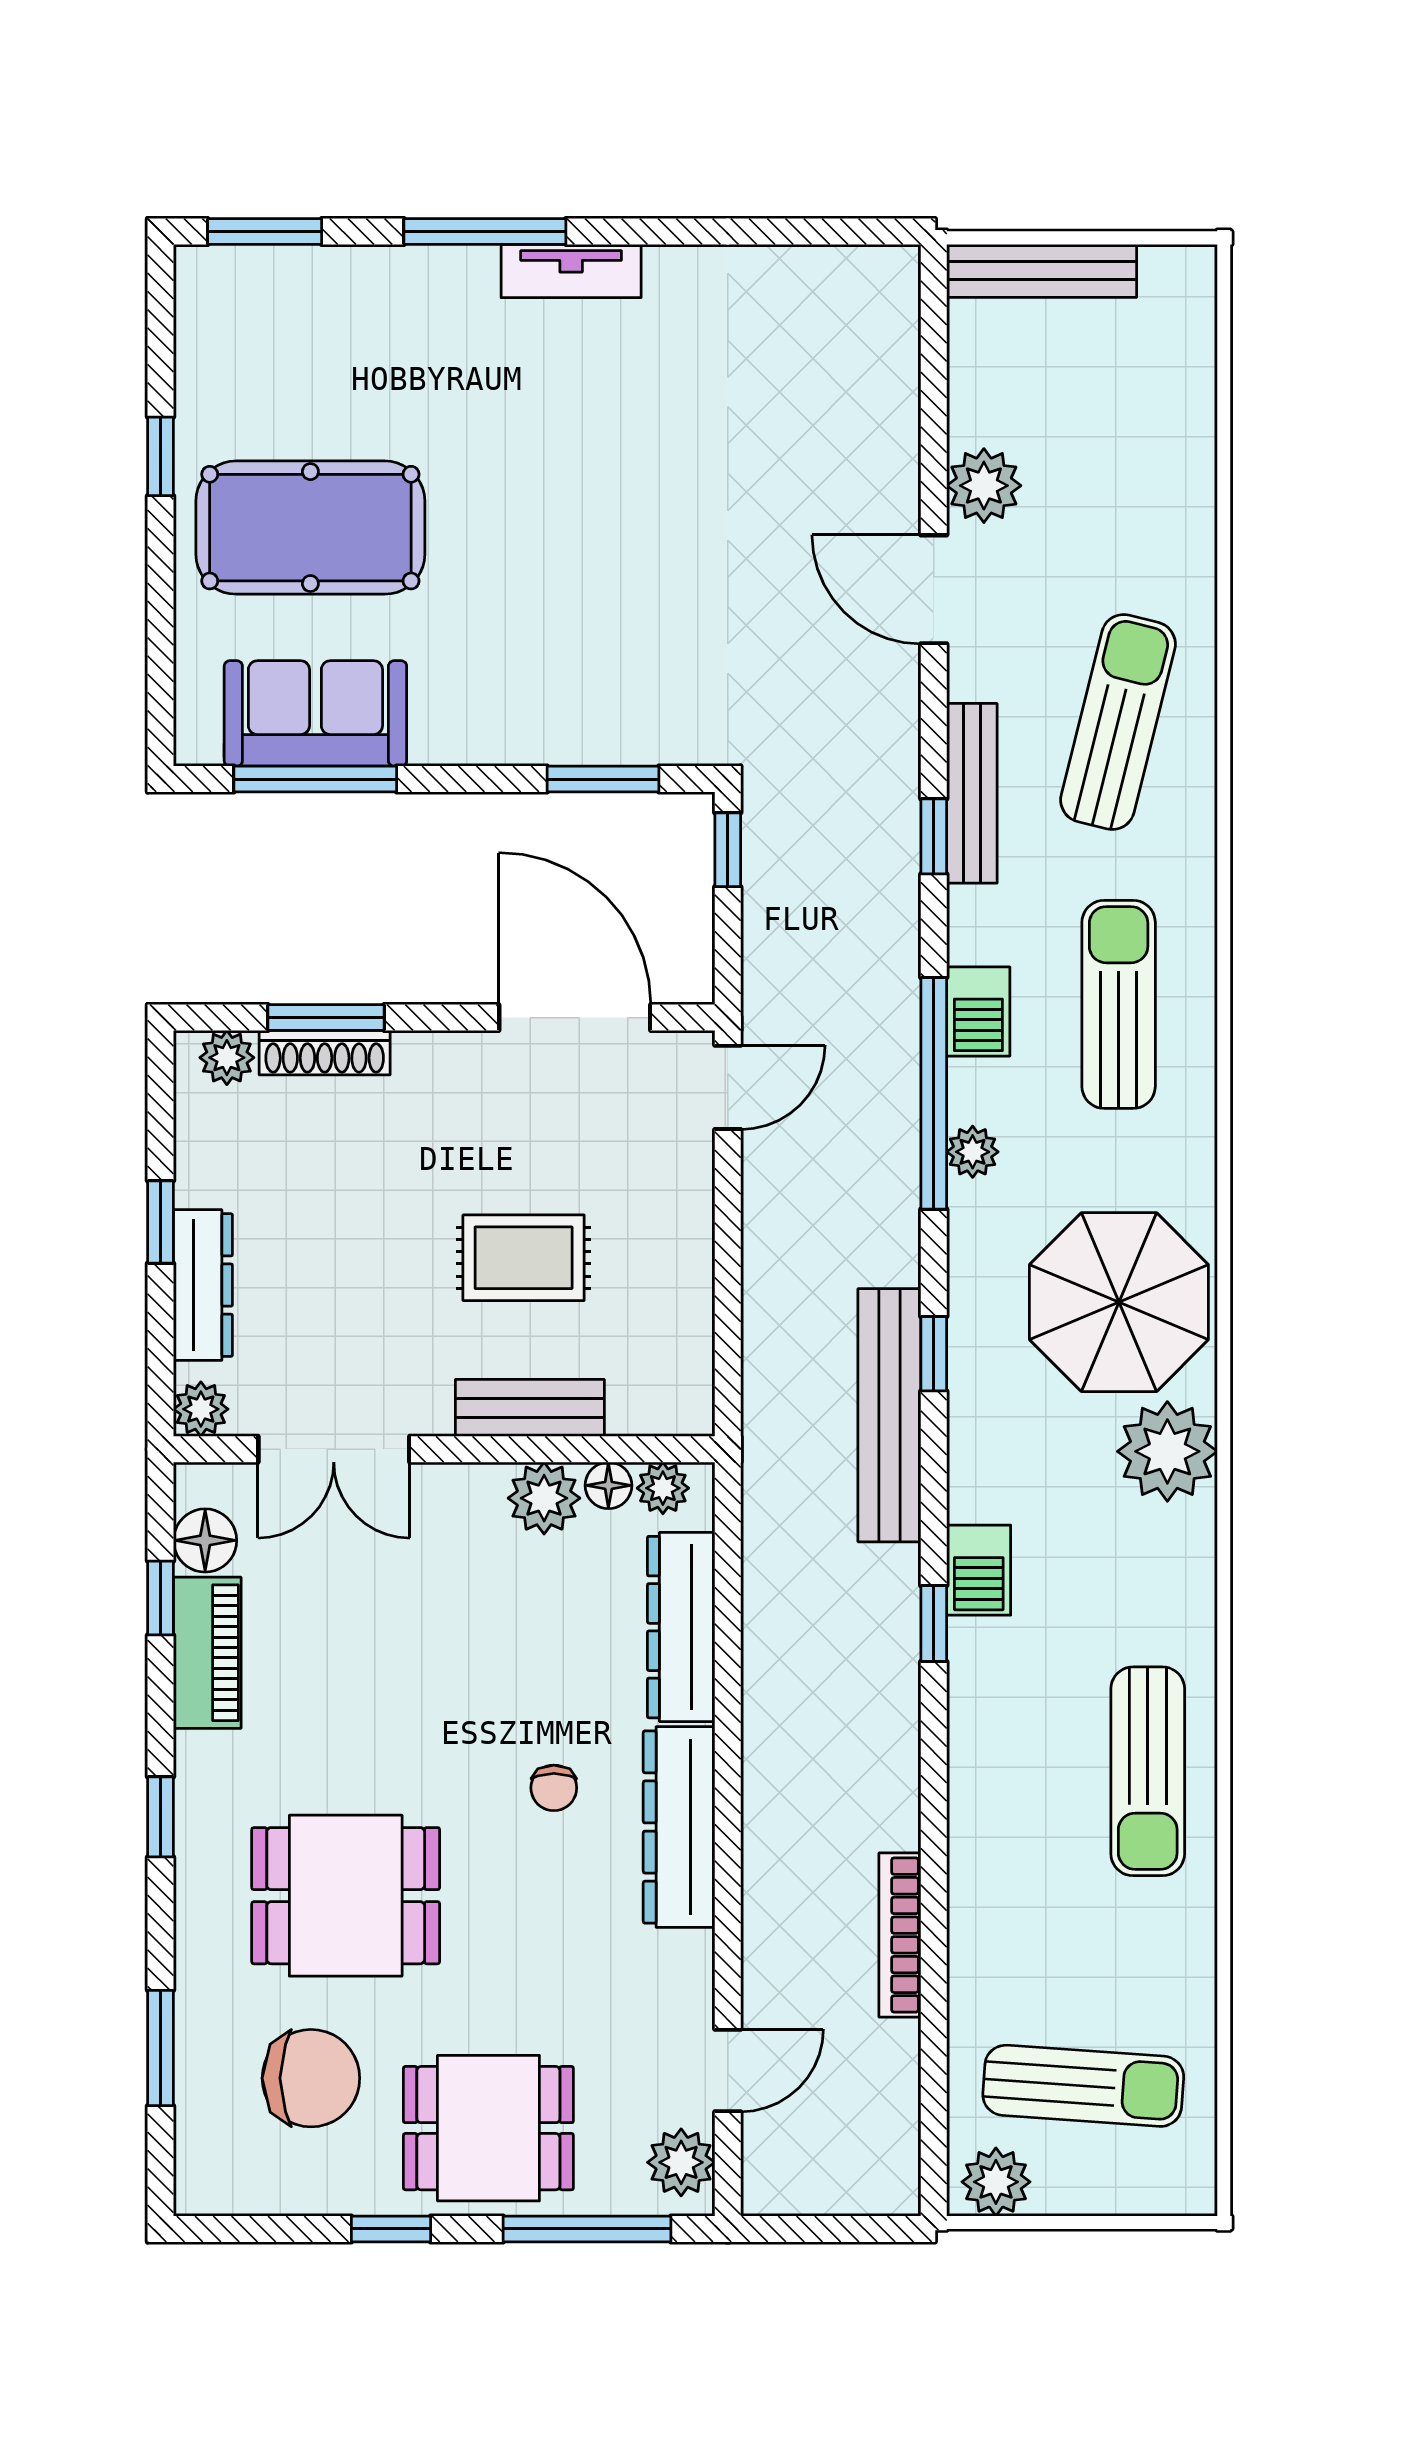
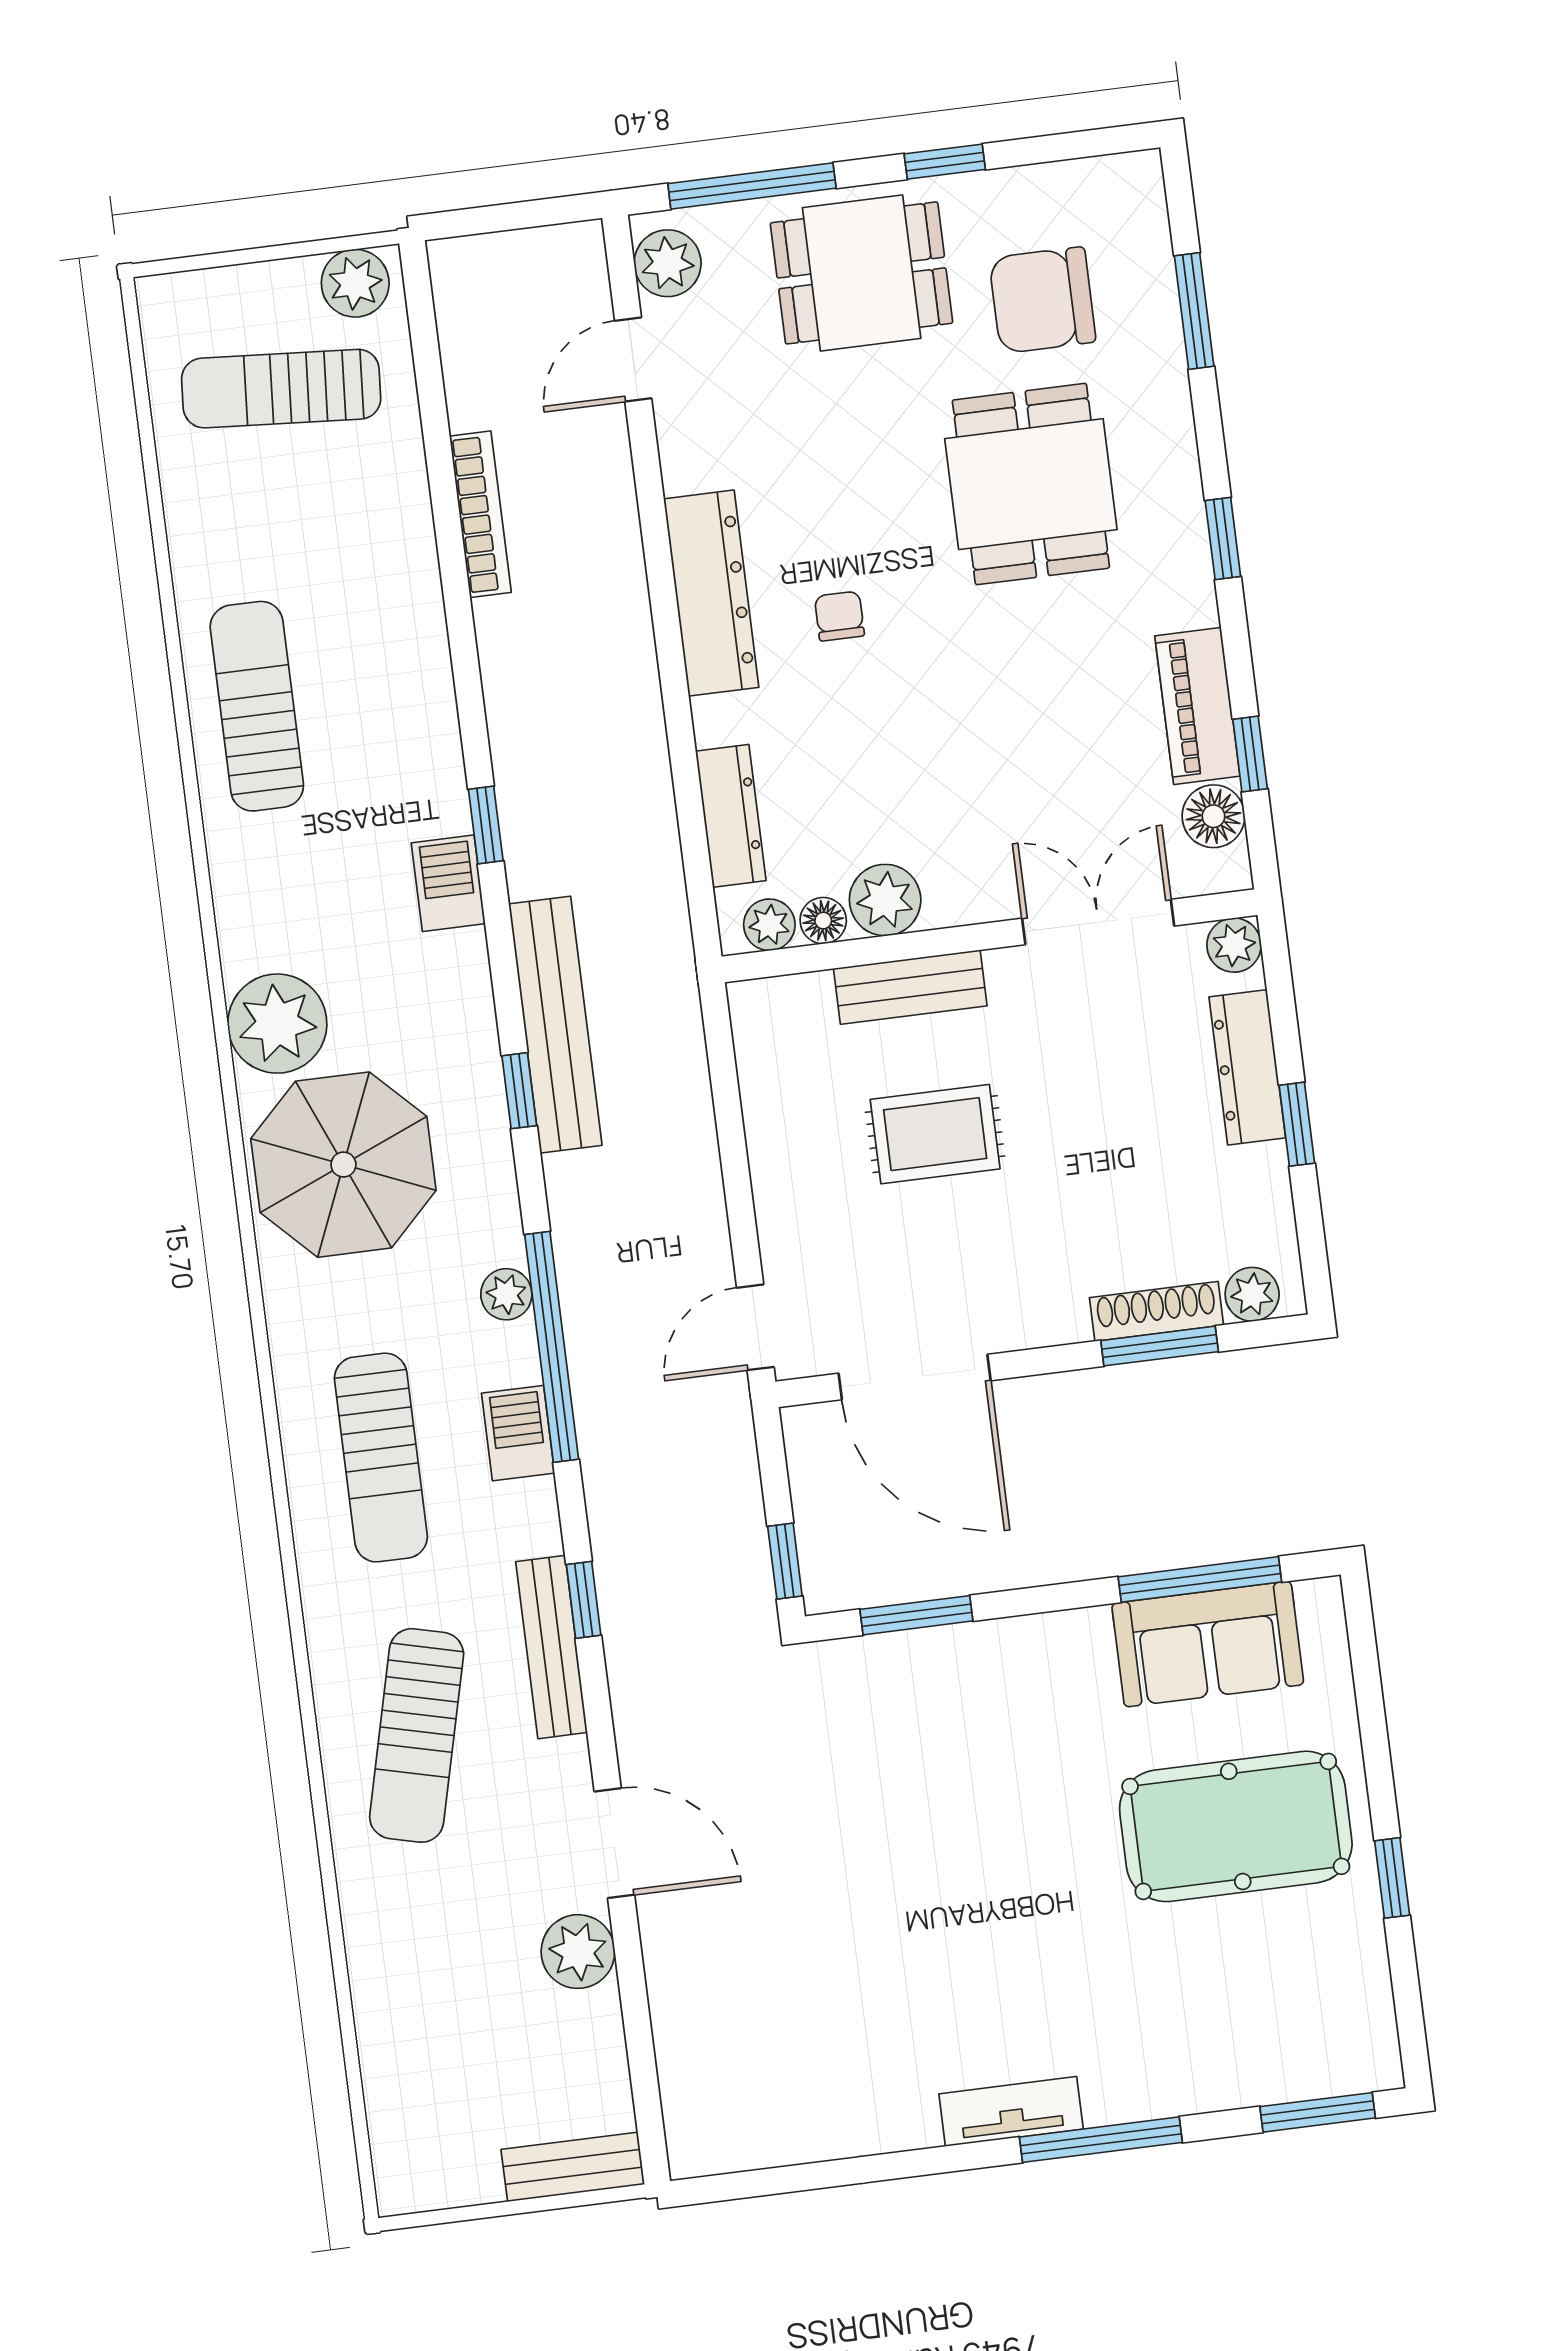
bench: (1042, 271) -> (573, 2167), width x0.73
dresser: (681, 1627) -> (731, 816), width x0.73, depth x0.80
dining table: (346, 1896) -> (1031, 484), turned 90

